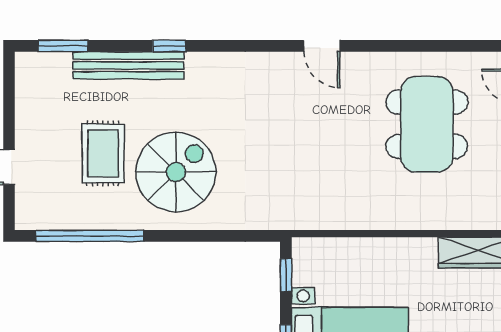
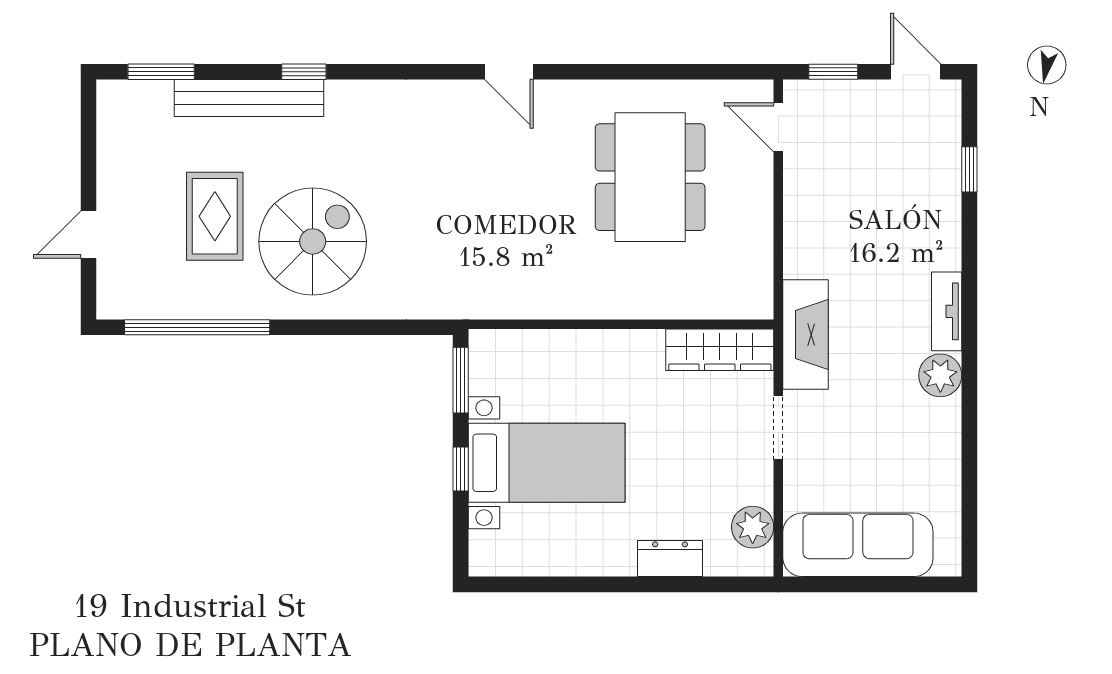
window: (286, 275) -> (461, 380), width x1.50

